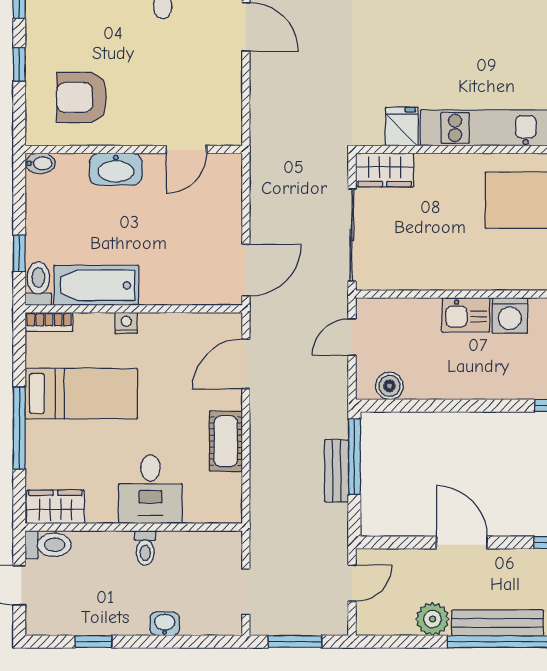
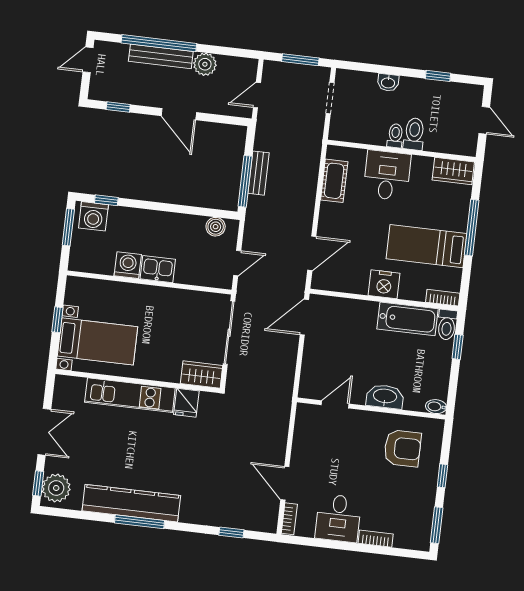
nightstand: (126, 323) -> (384, 284), width x1.89, depth x1.79
cot: (226, 441) -> (334, 181), moved
toilet: (48, 545) -> (414, 134), moved, turned 90

